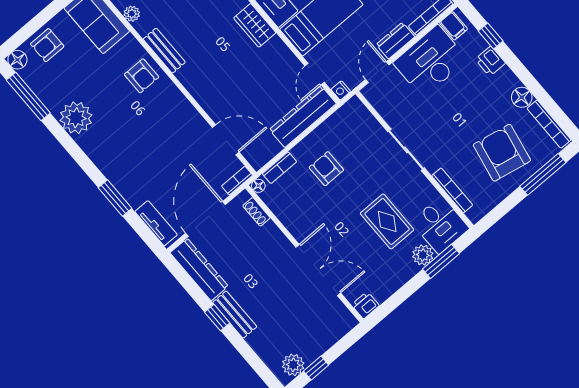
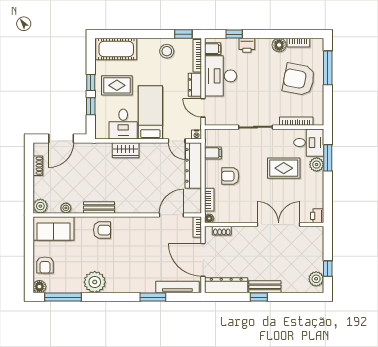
bookcase: (549, 124) -> (298, 43), width x0.64
filing cabinet: (336, 127) -> (213, 153), added
tv unit: (156, 223) -> (177, 287), width x1.41

